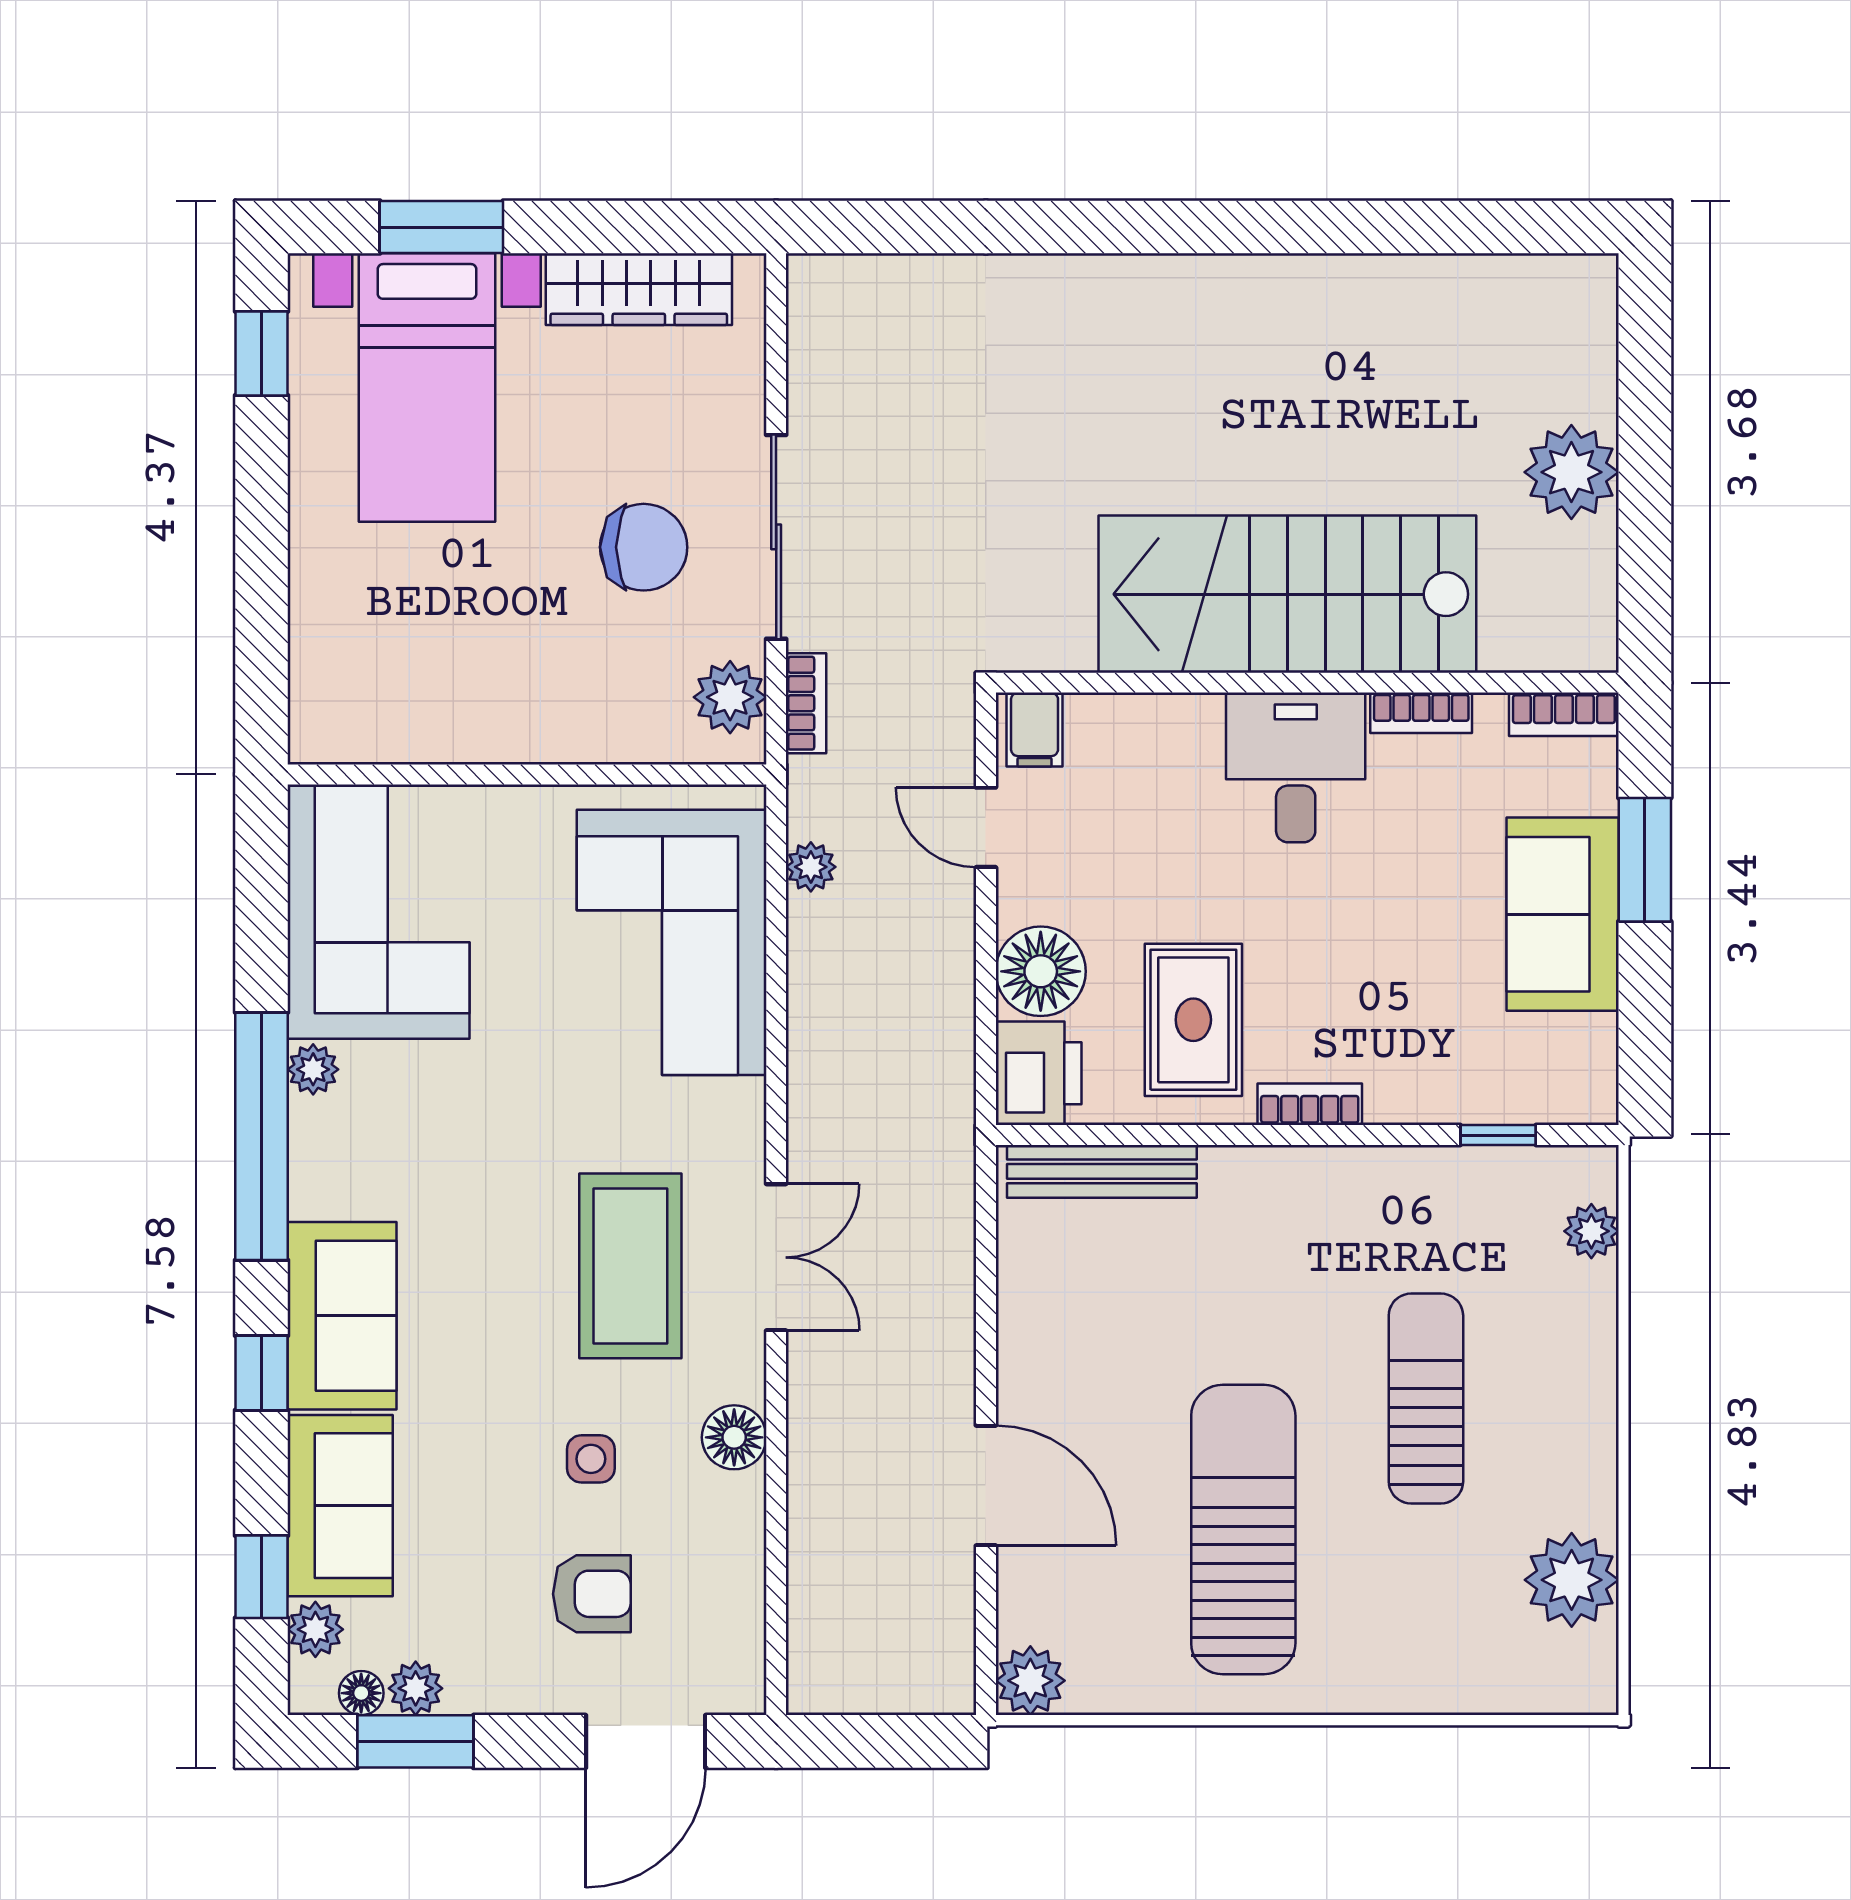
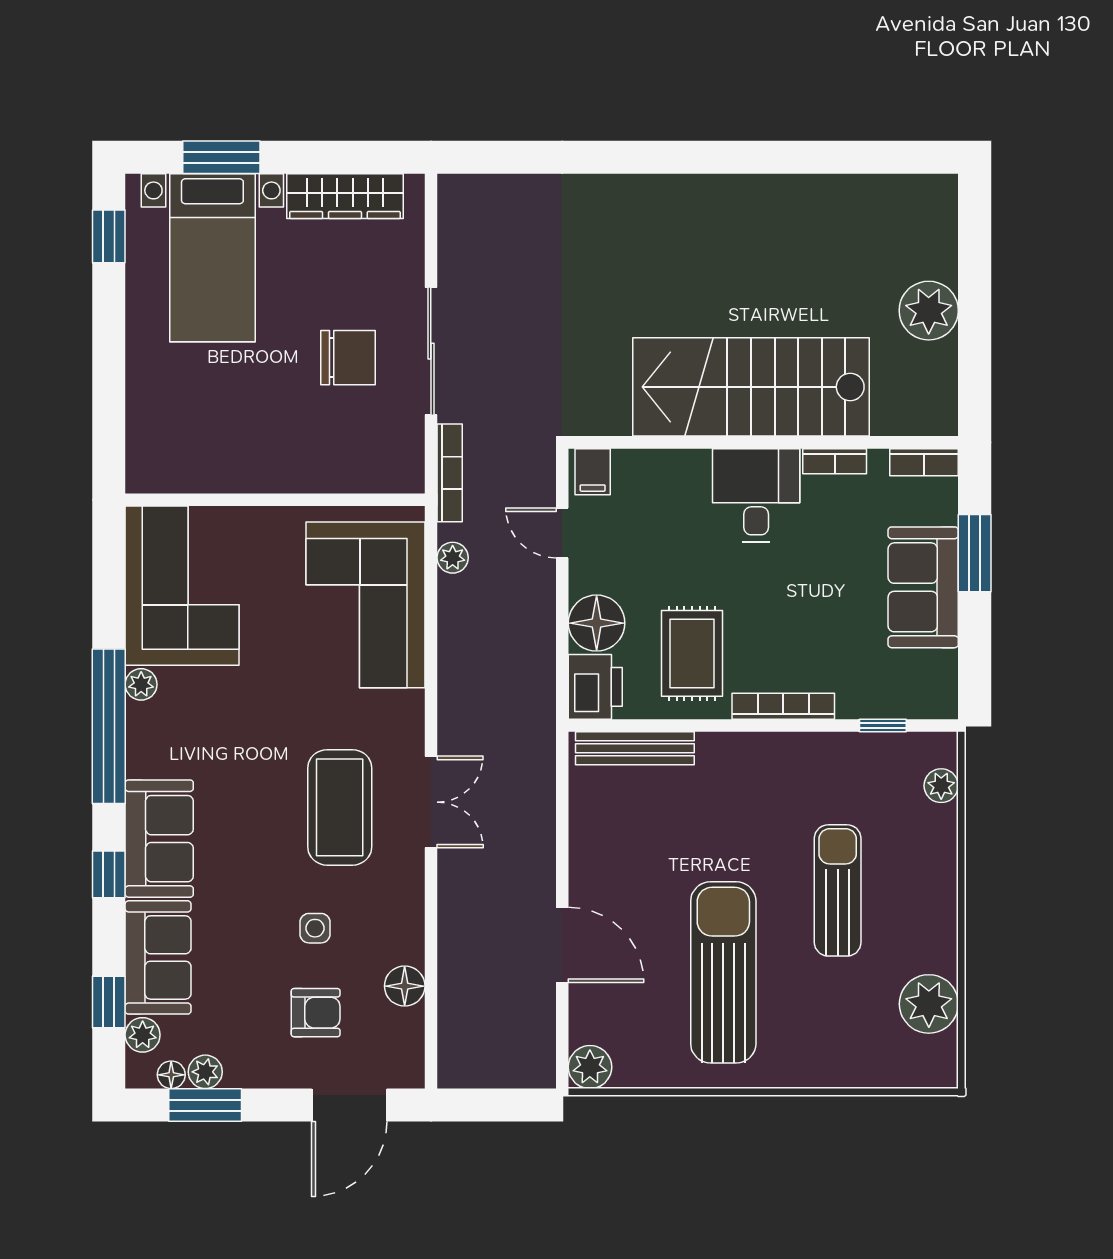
plant: (730, 697) -> (402, 451), removed
bookcase: (806, 703) -> (450, 473), width x1.56
bookcase: (1310, 1104) -> (783, 706), width x1.56
floor lamp: (734, 1437) -> (405, 986), moved

